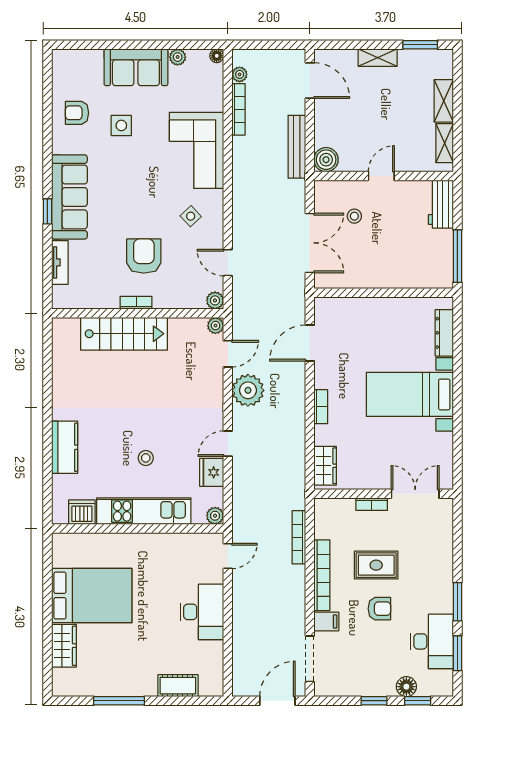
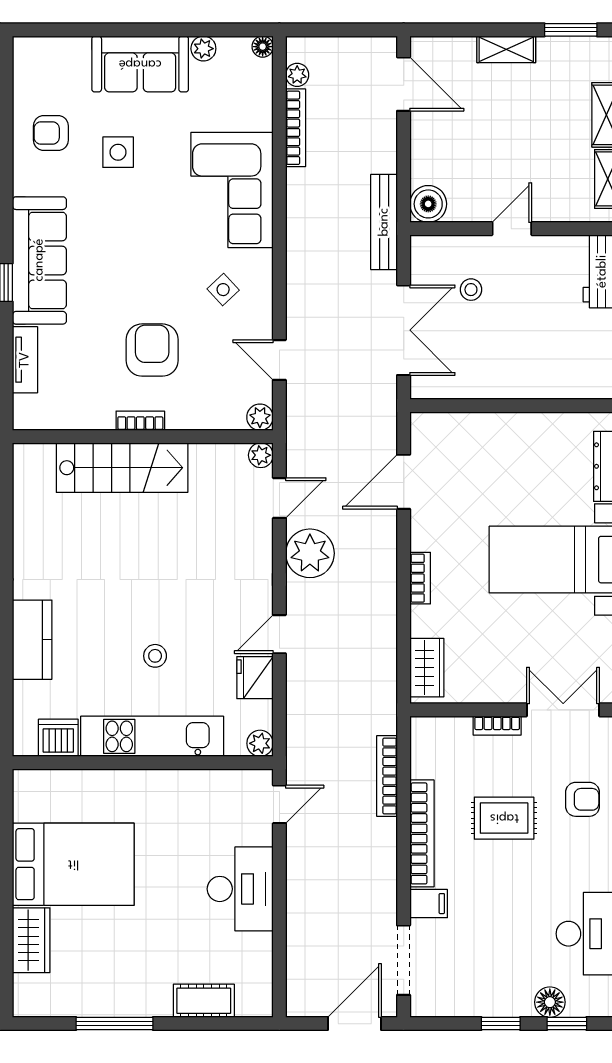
bench: (297, 147) -> (384, 222), moved
armchair: (379, 609) -> (583, 799), moved

